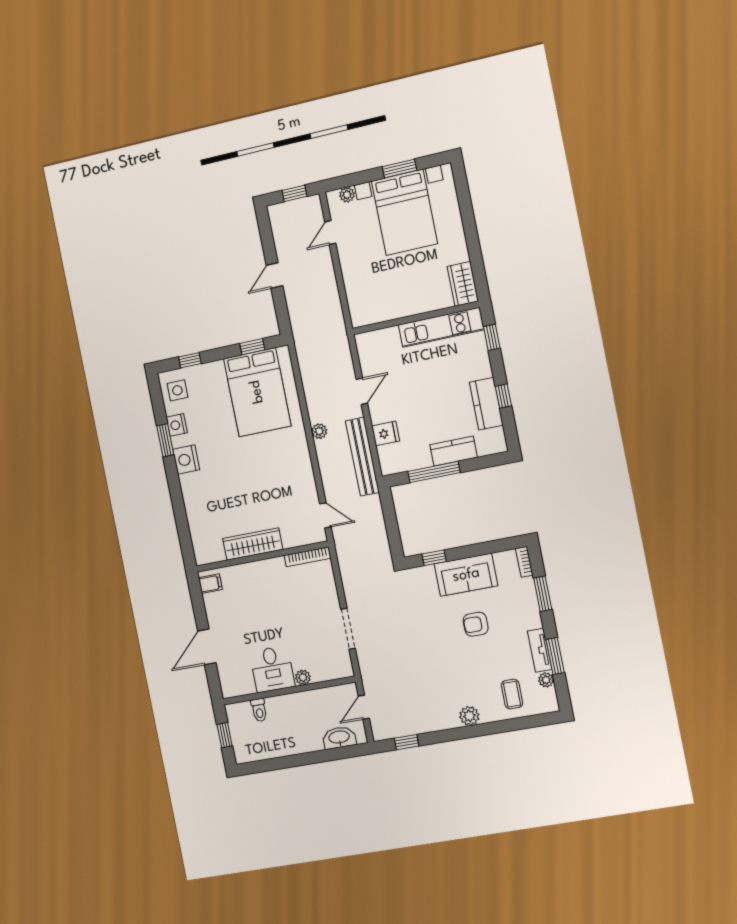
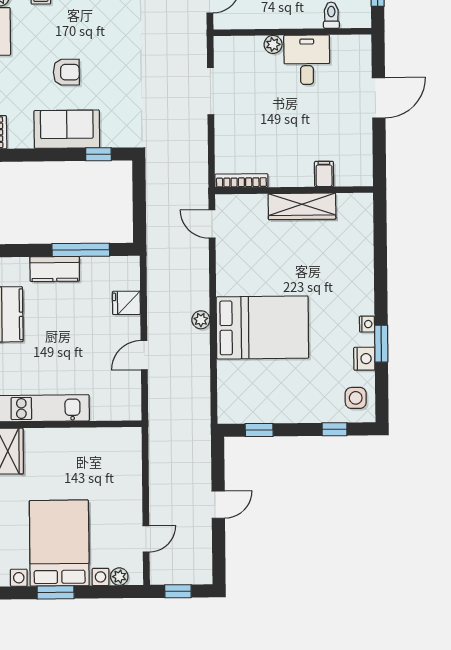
bed: (257, 392) -> (262, 327), moved, turned 90
bench: (362, 457) -> (157, 282), removed
nightstand: (186, 460) -> (367, 324), width x0.53, depth x0.56
filing cabinet: (210, 584) -> (324, 174), moved, turned 90

